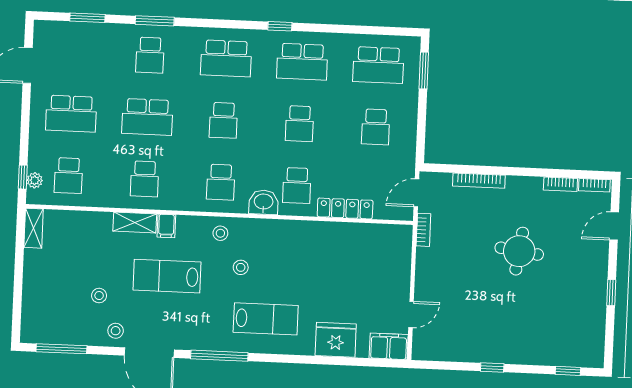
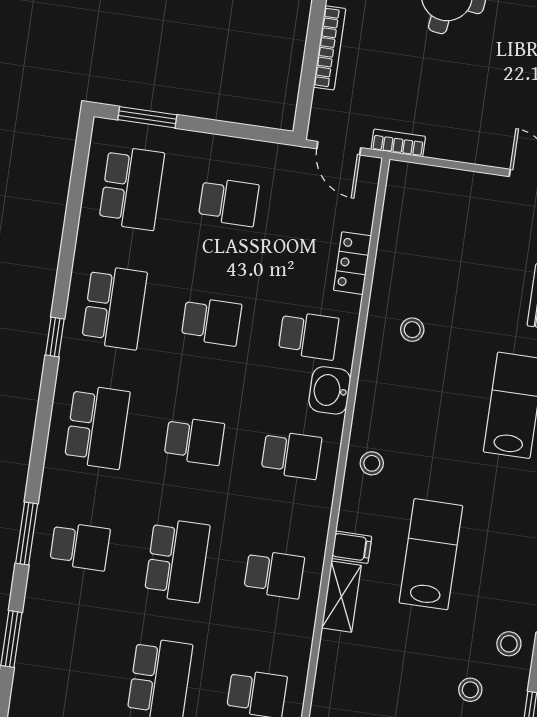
locker: (345, 208) -> (352, 263), width x0.66
stool: (241, 267) -> (412, 330), moved
lab bench: (167, 276) -> (431, 554), turned 180
stool: (99, 296) -> (470, 690), moved

